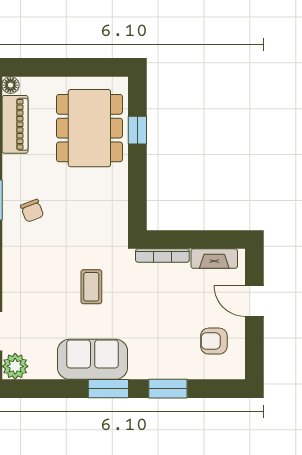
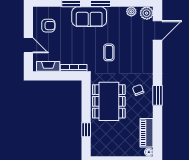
dining table: (89, 128) -> (109, 101), moved
sofa: (93, 359) -> (89, 17), moved
plant: (46, 370) -> (131, 11), added

